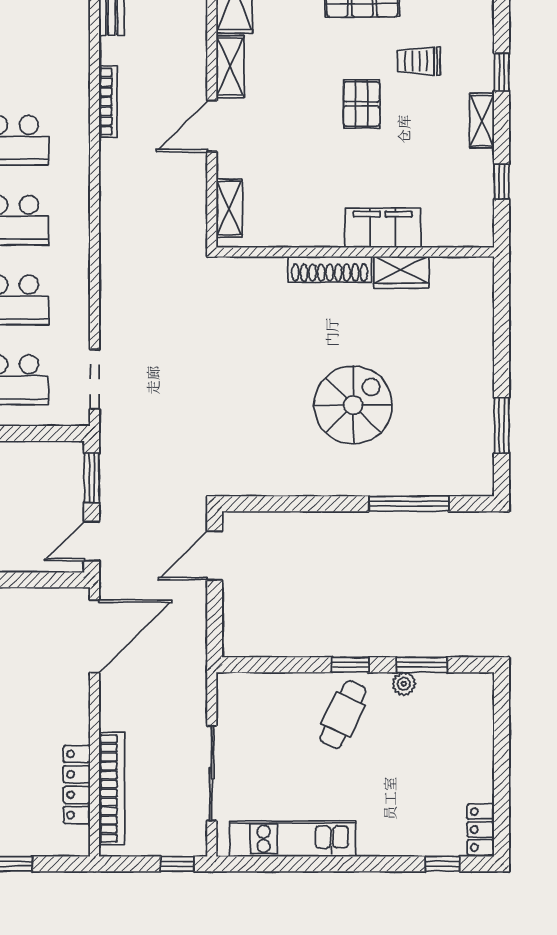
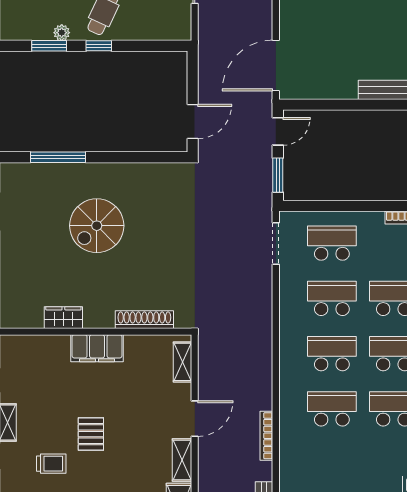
filing cabinet: (383, 228) -> (97, 348), moved
shoe rack: (330, 269) -> (144, 320), moved

